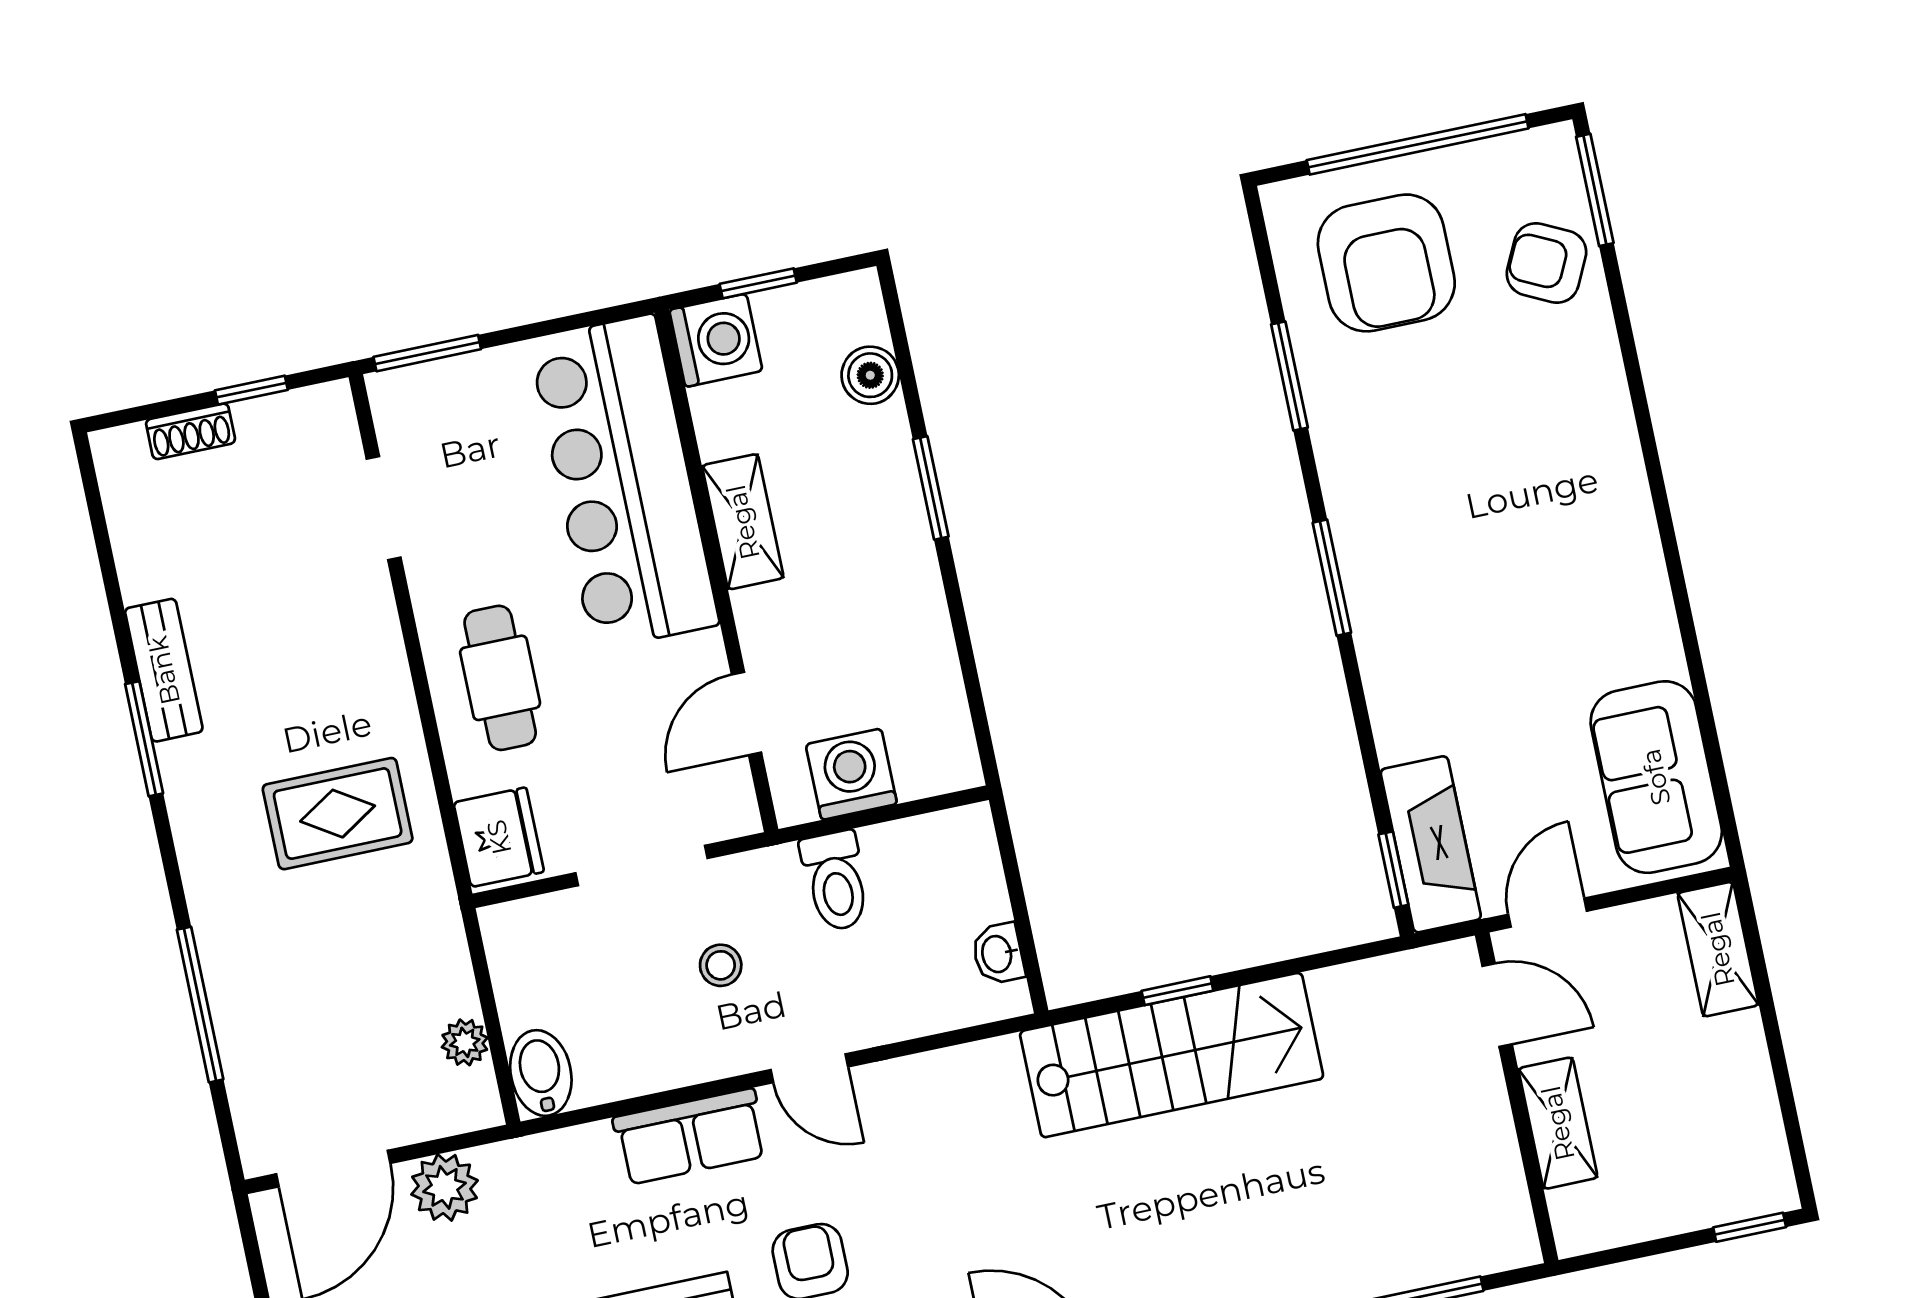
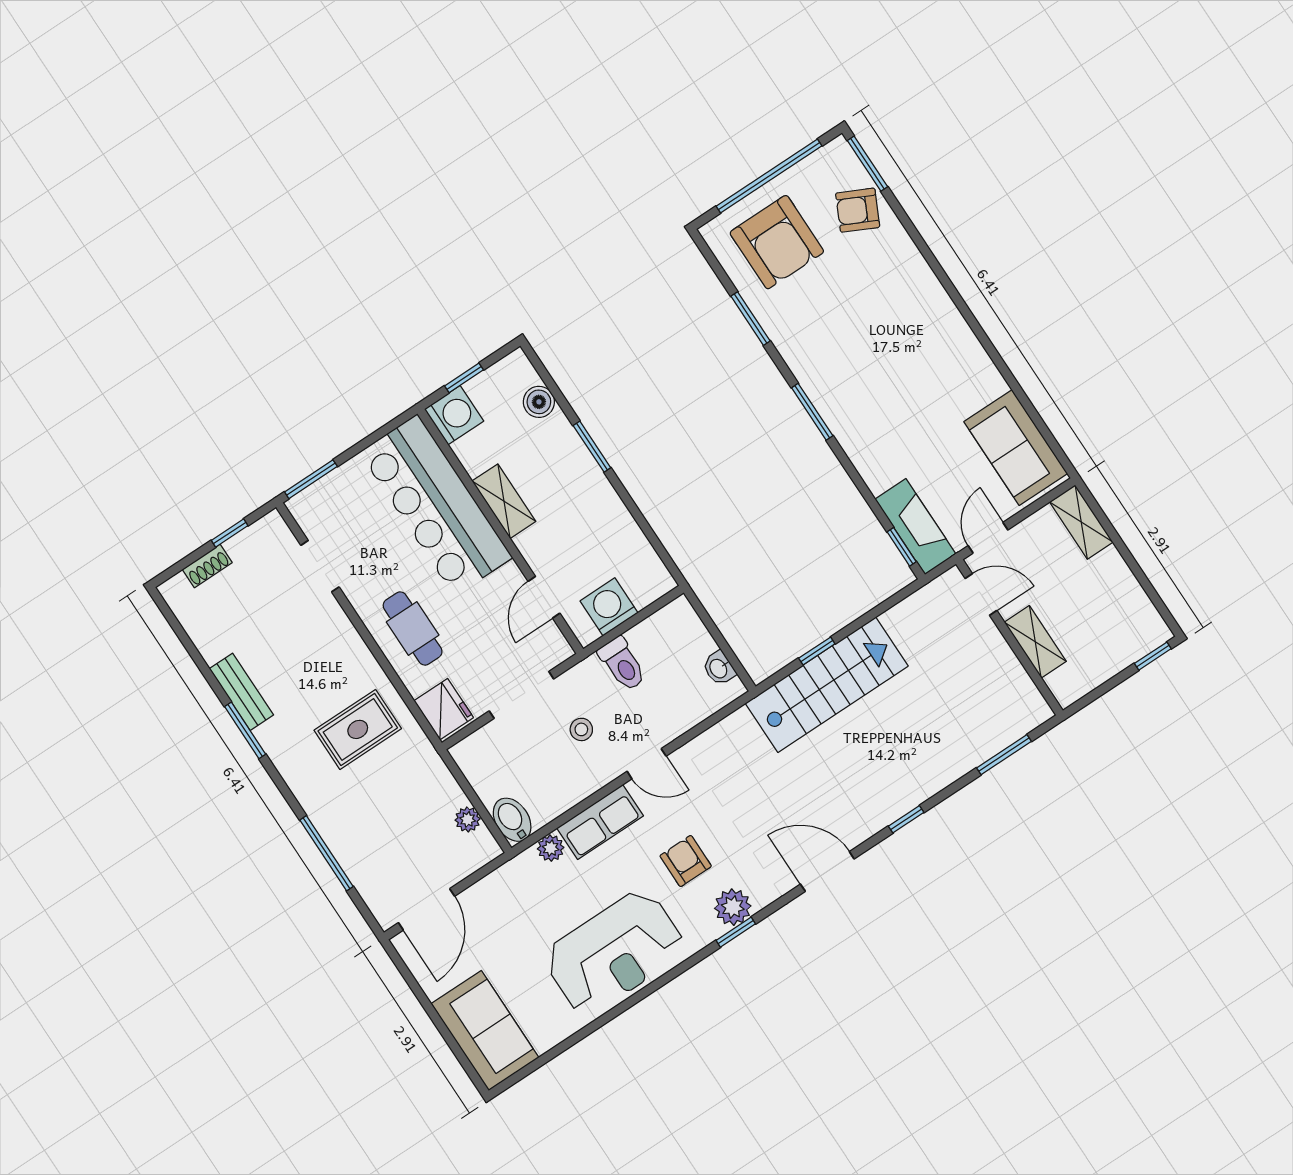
plant: (445, 1187) -> (551, 848), moved, width x0.73, depth x0.73

